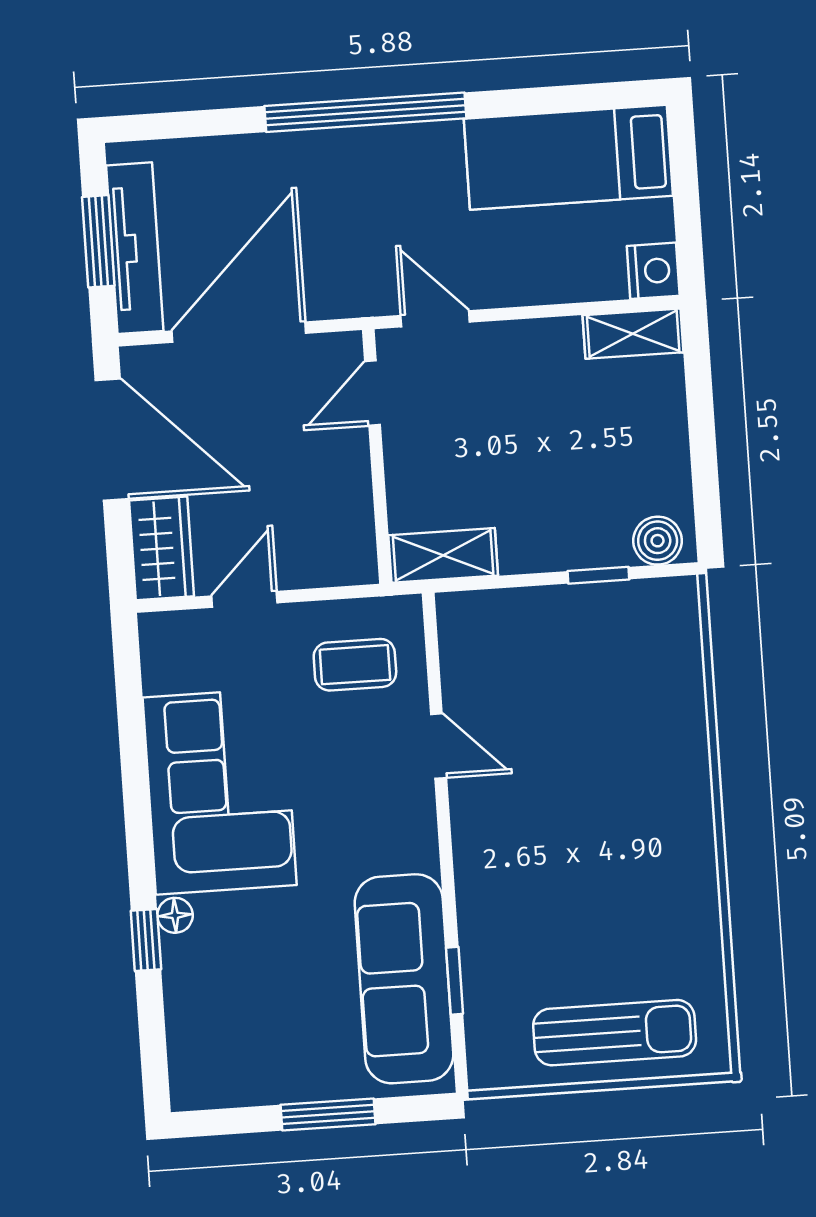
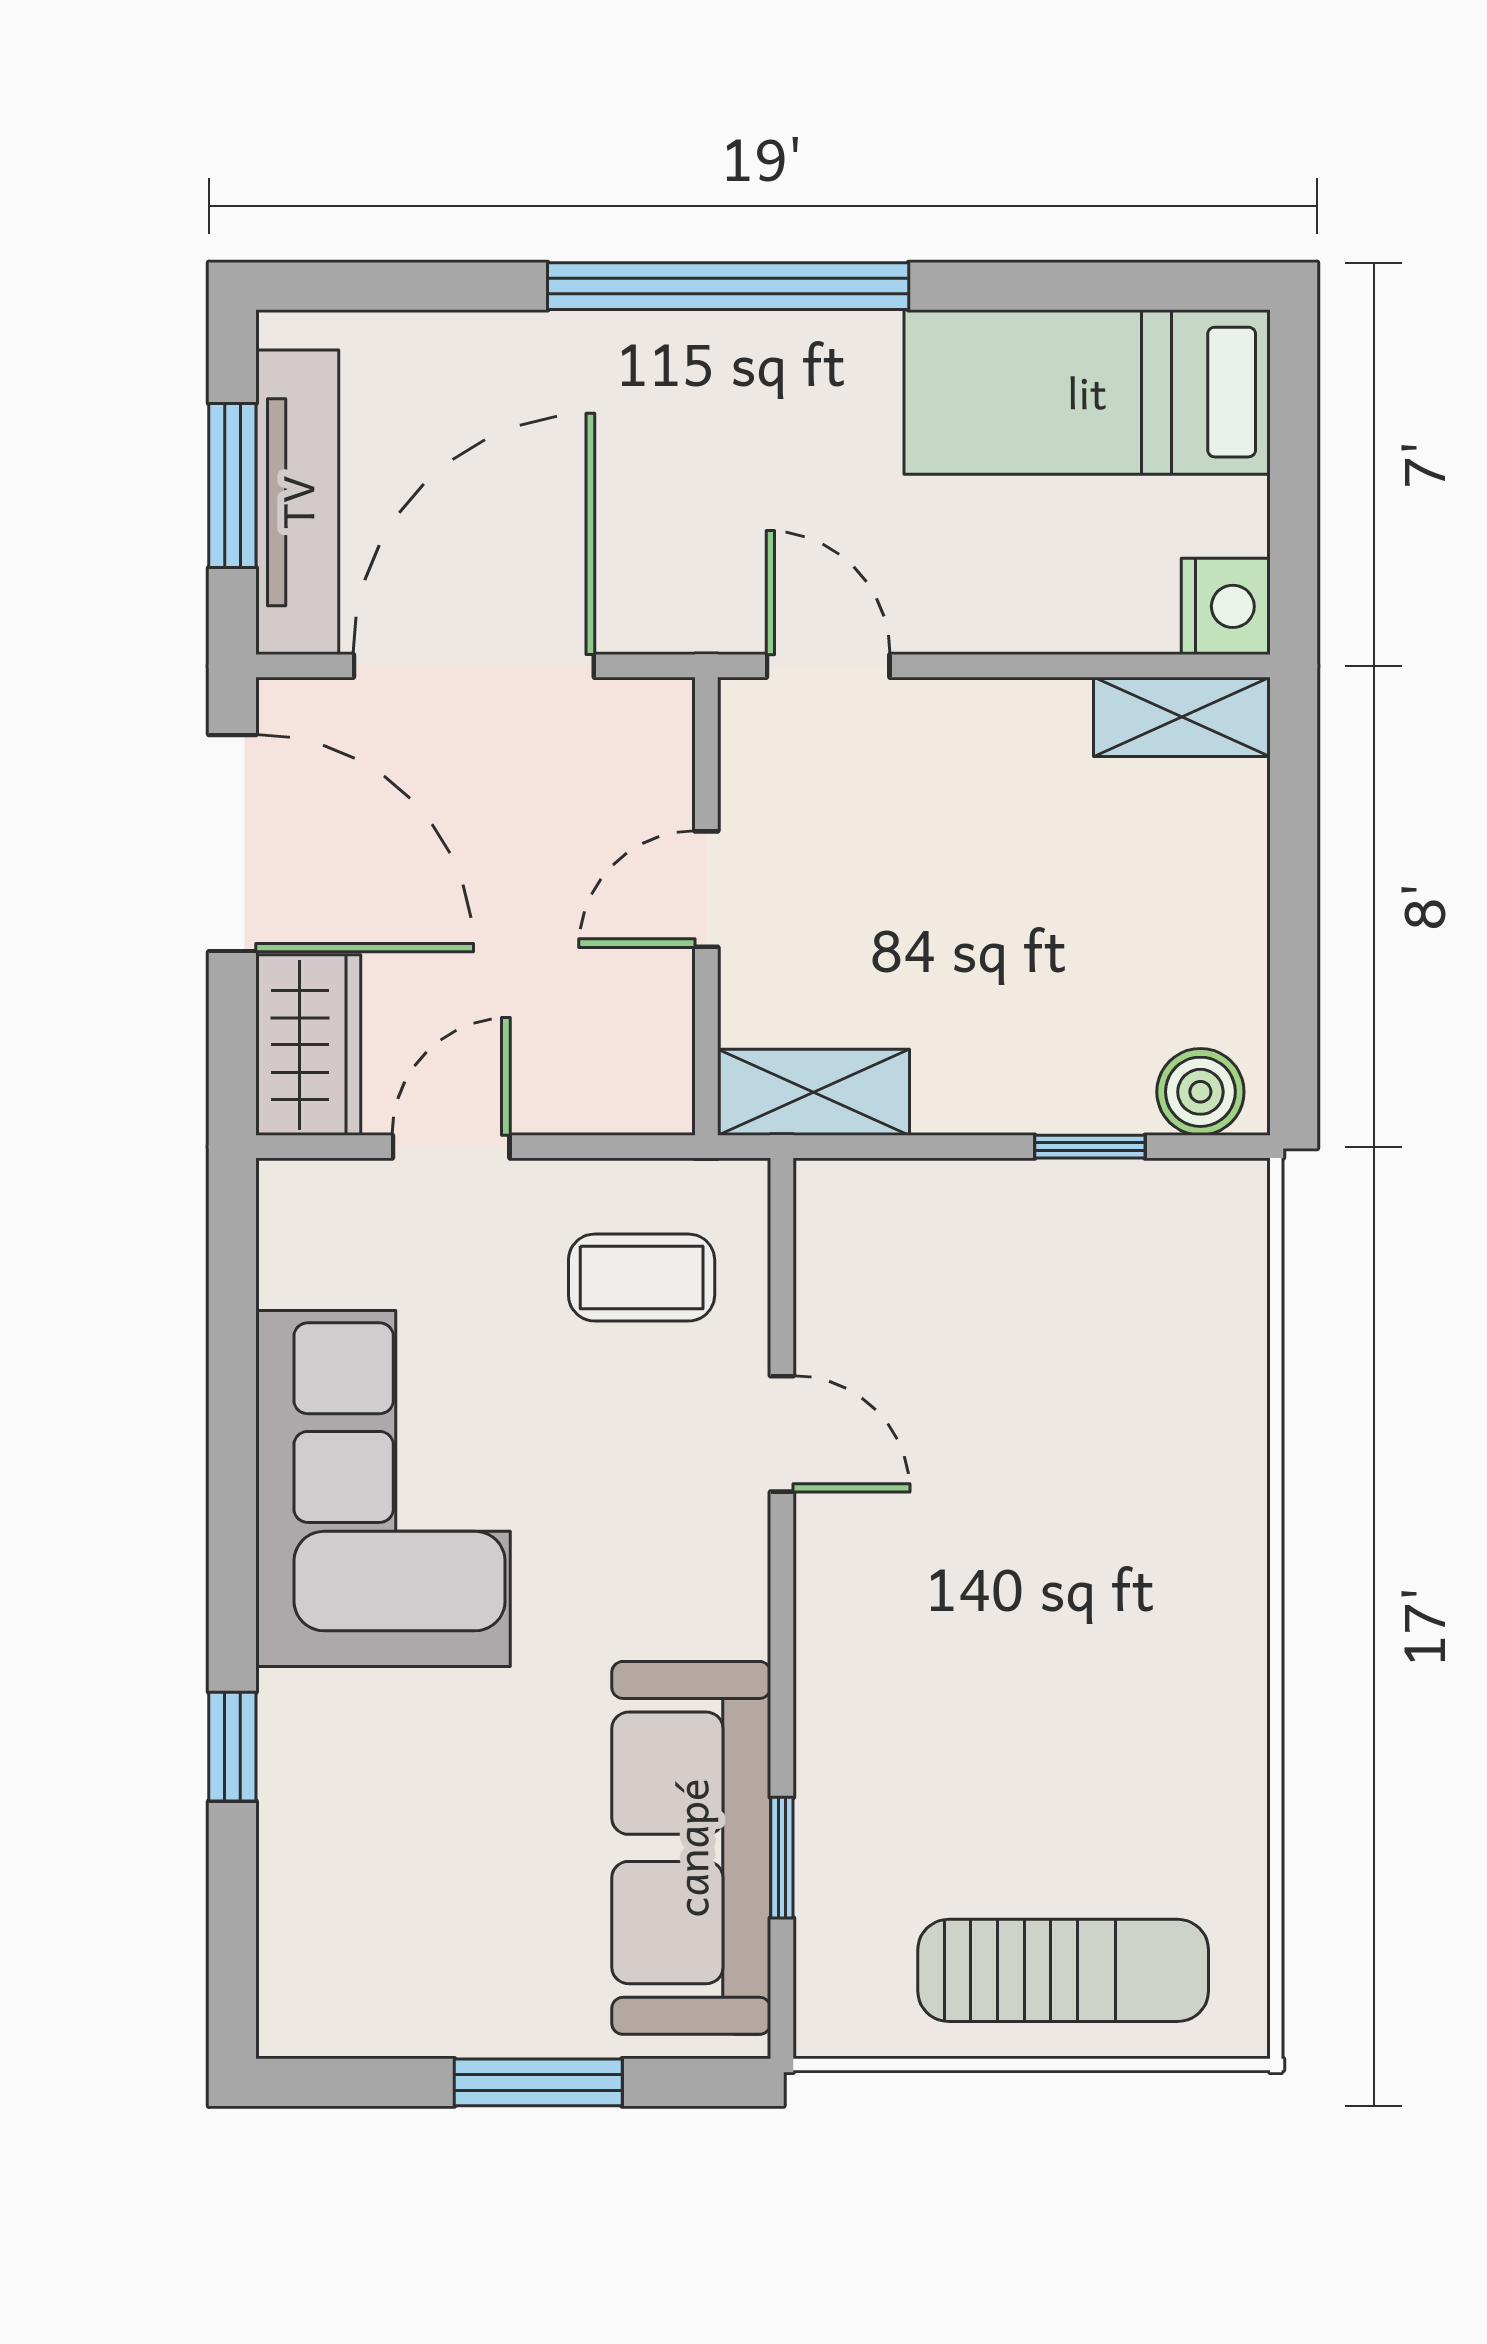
door: (373, 393) -> (706, 889), moved
floor lamp: (175, 915) -> (288, 1706), removed

